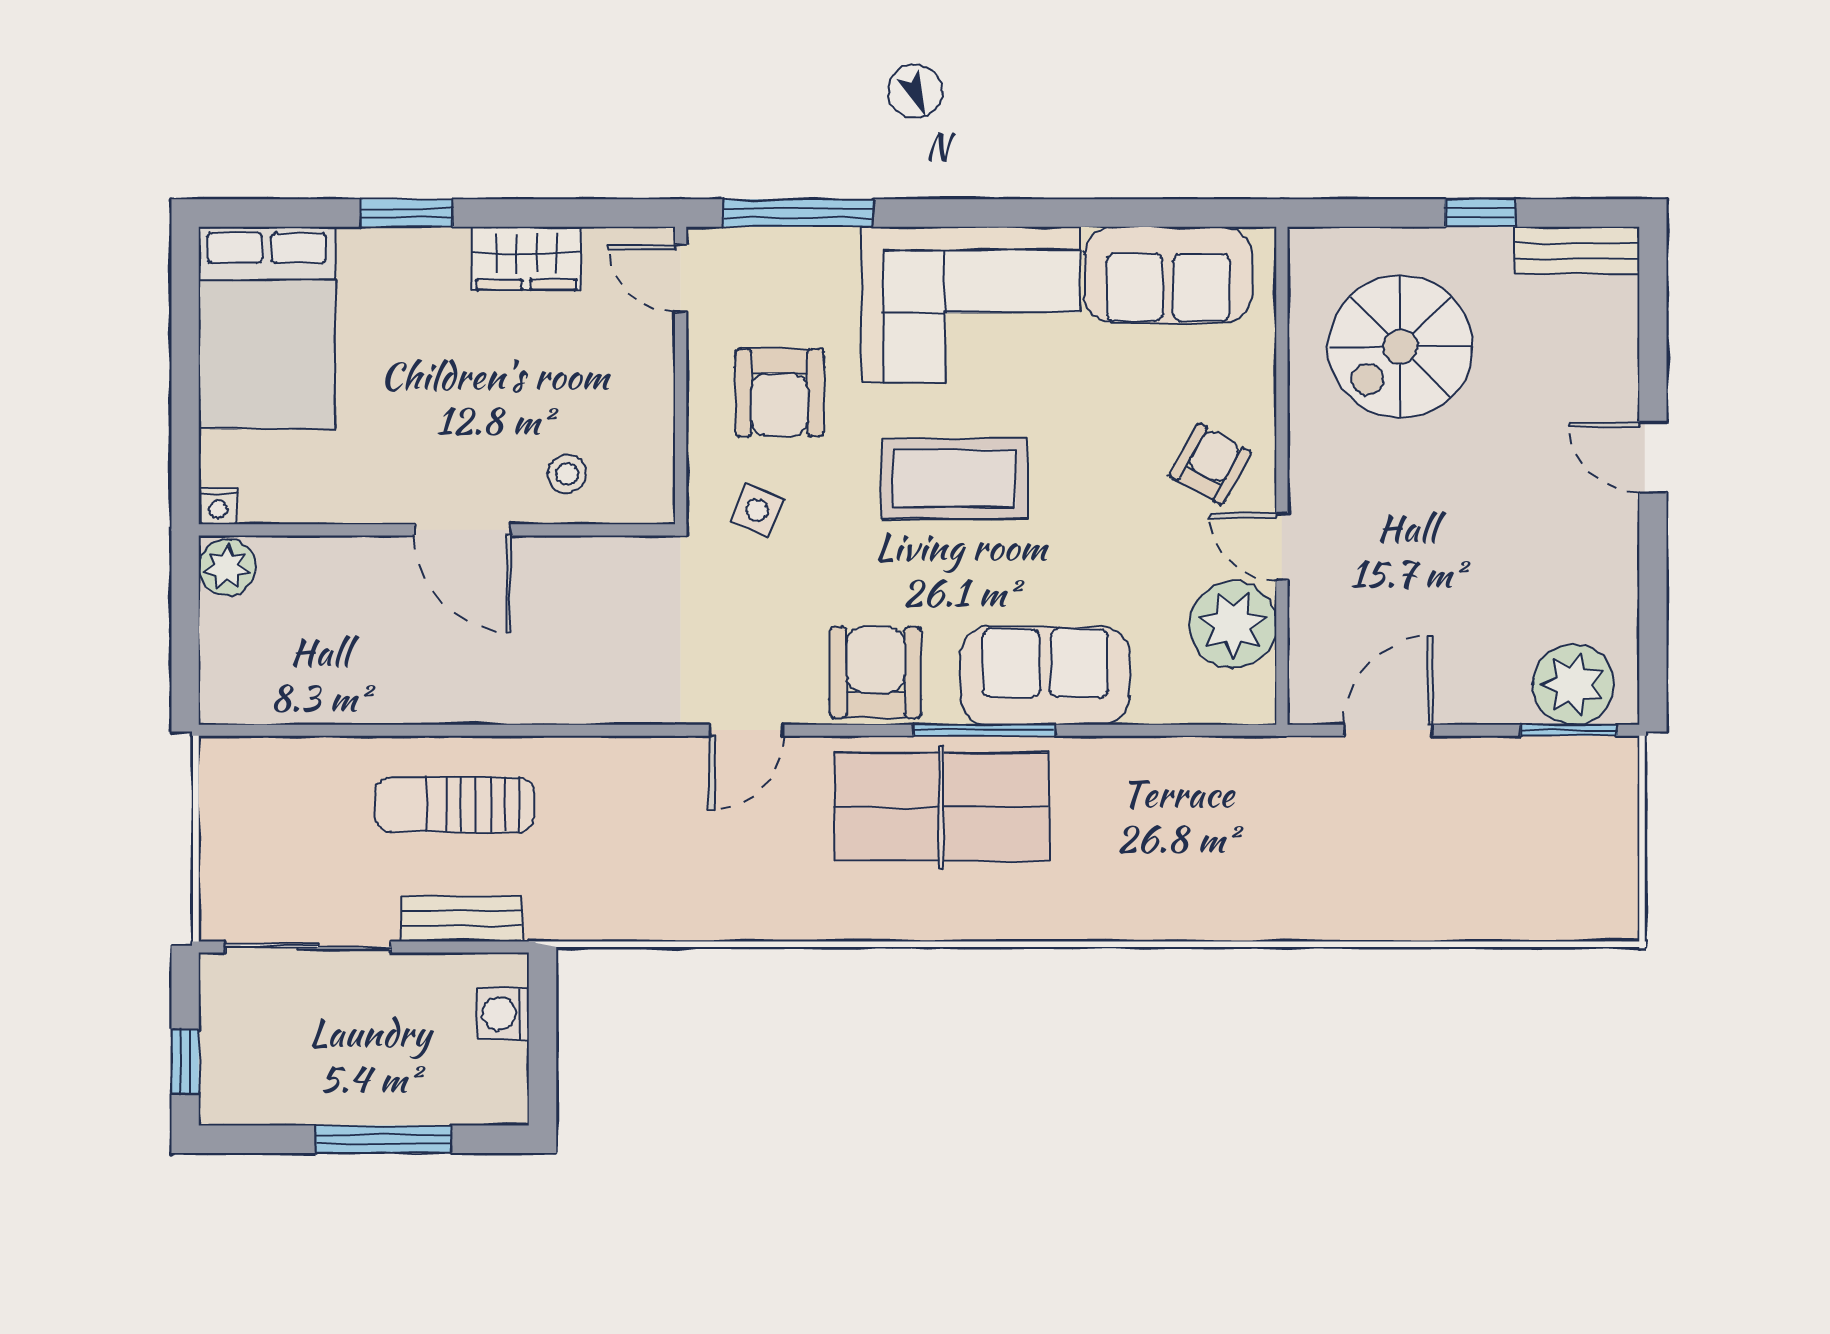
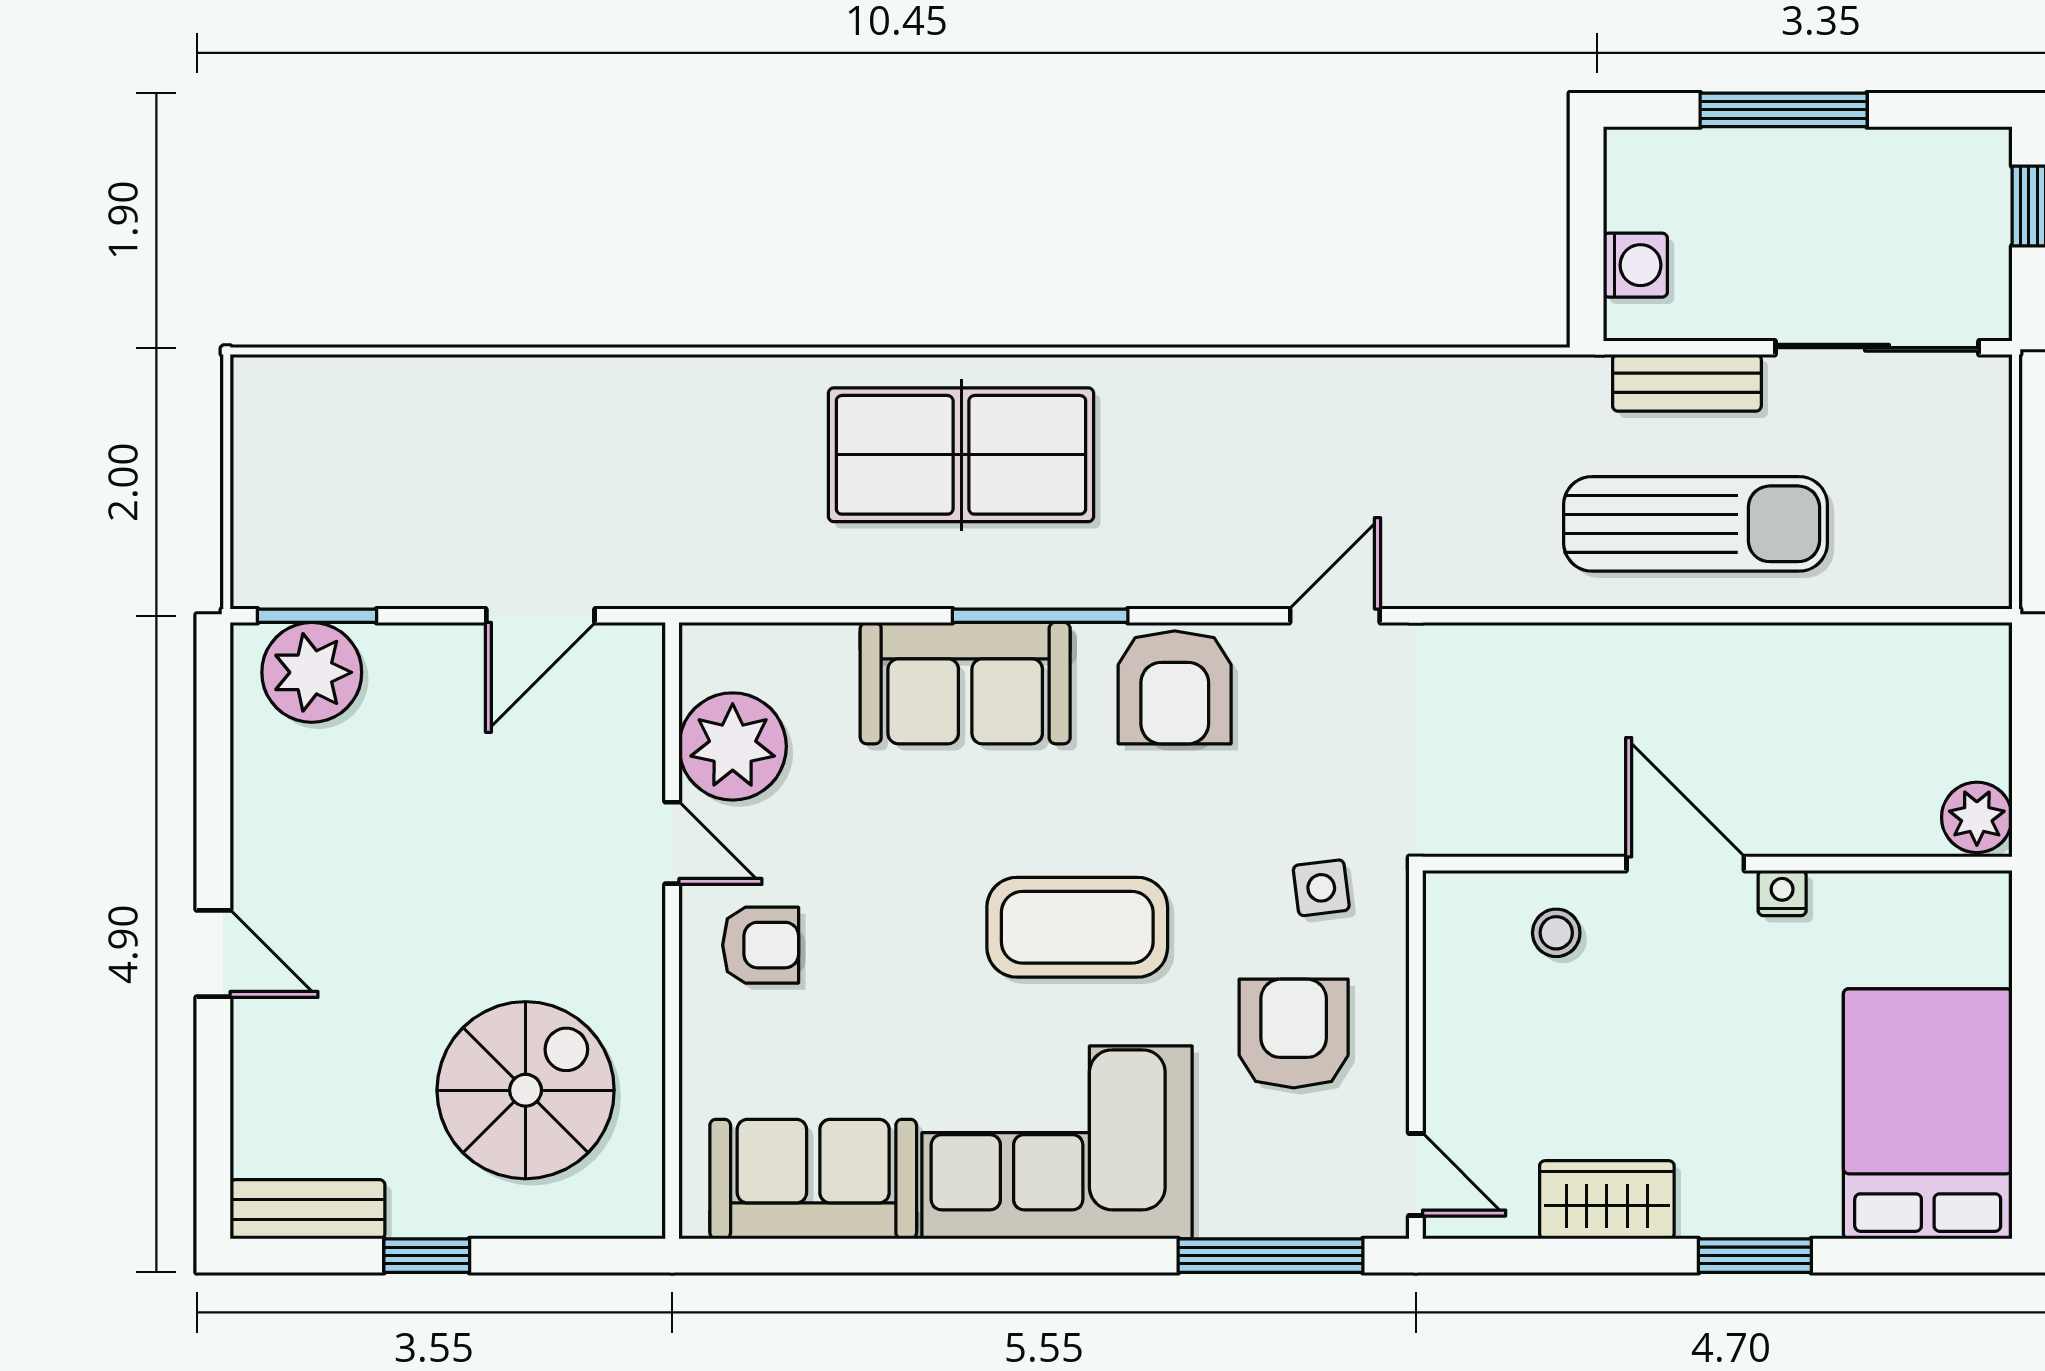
armchair: (1210, 464) -> (761, 945), turned -119
nightstand: (218, 506) -> (1782, 893), moved
side table: (757, 510) -> (1321, 888), turned -30
sun lounger: (455, 805) -> (1696, 524), width x1.36, depth x1.34
table tennis table: (942, 807) -> (961, 455), moved

